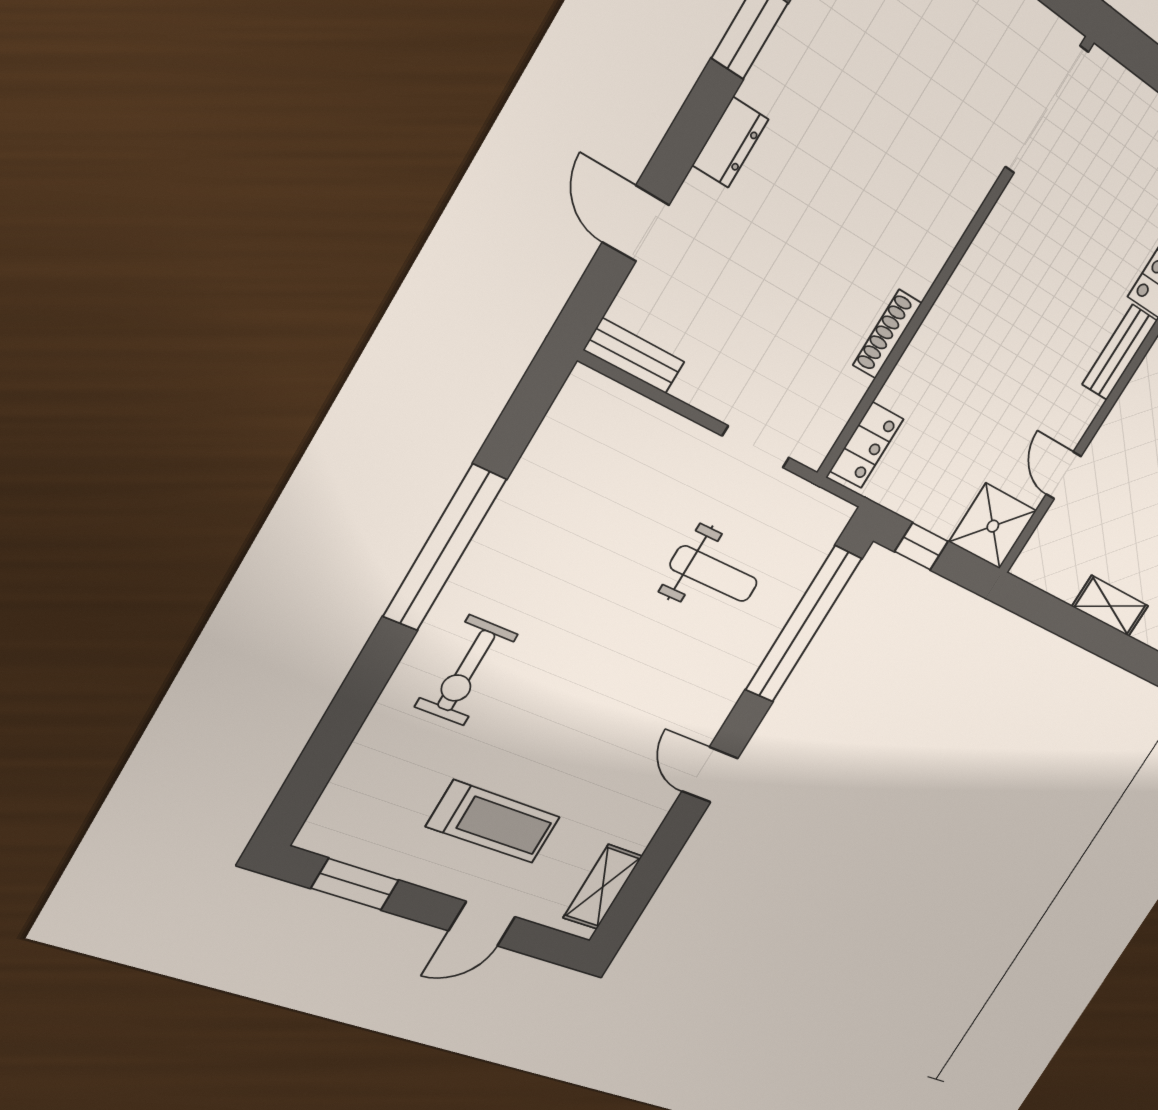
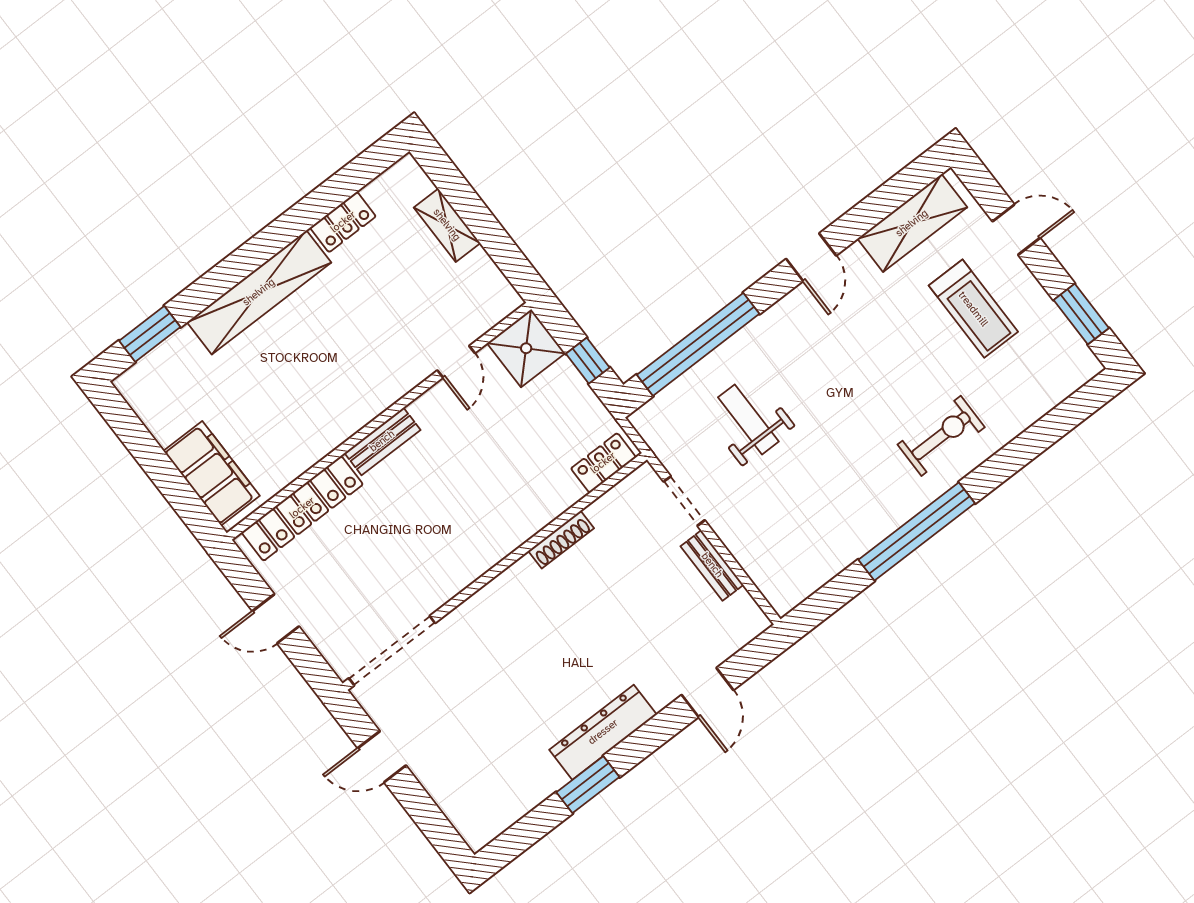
dresser: (730, 142) -> (603, 732), width x1.96, depth x1.24
bench: (634, 356) -> (712, 565), moved
treadmill: (494, 822) -> (973, 309), turned 180
shelving: (603, 887) -> (912, 223), width x1.50, depth x1.33

